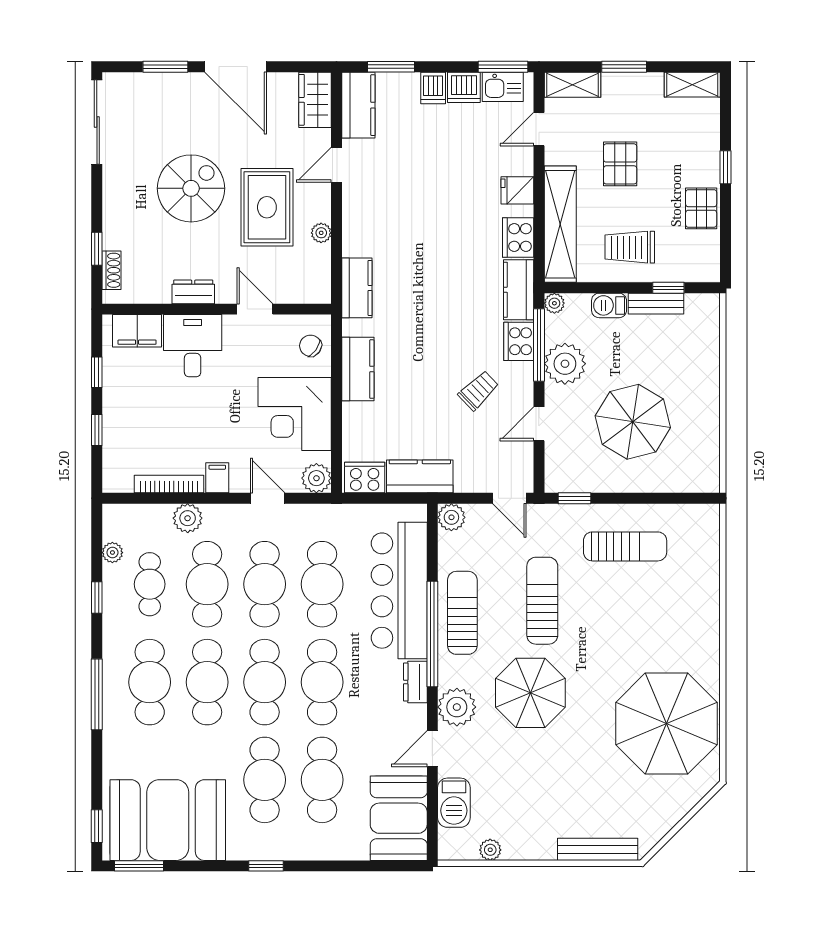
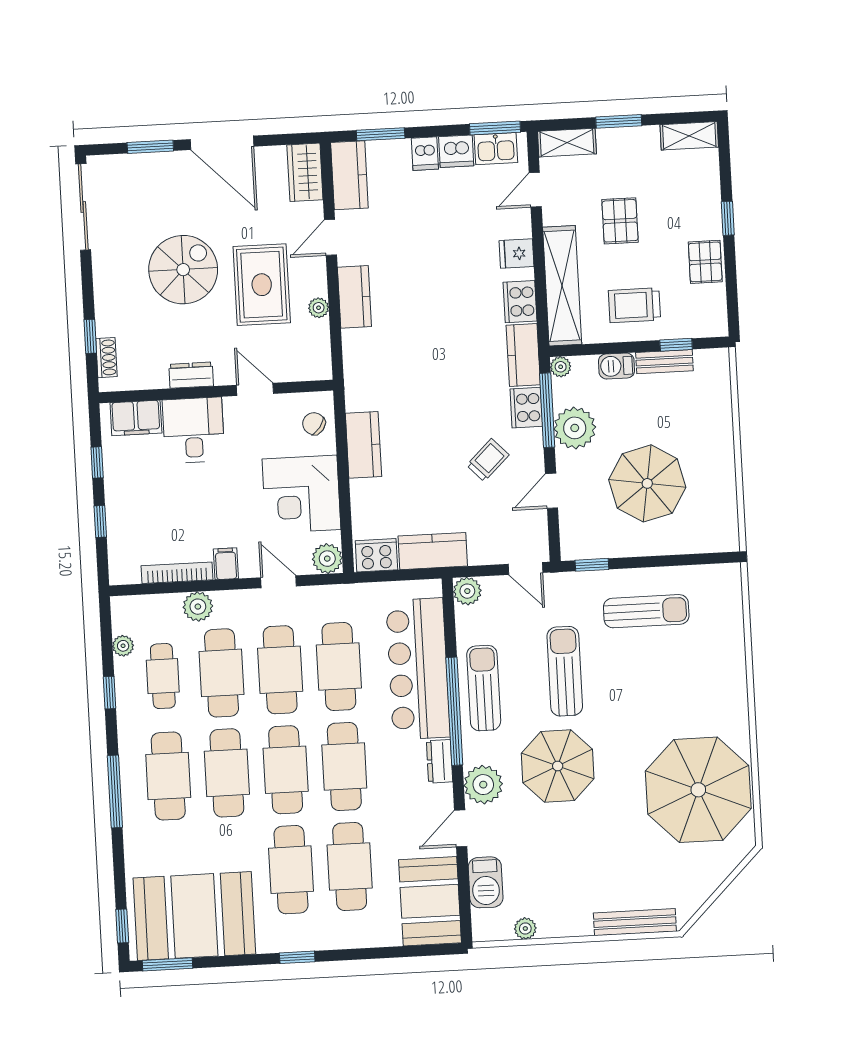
kitchen counter: (357, 288) -> (354, 297), moved

